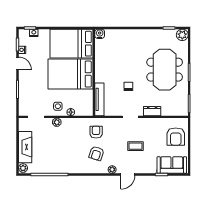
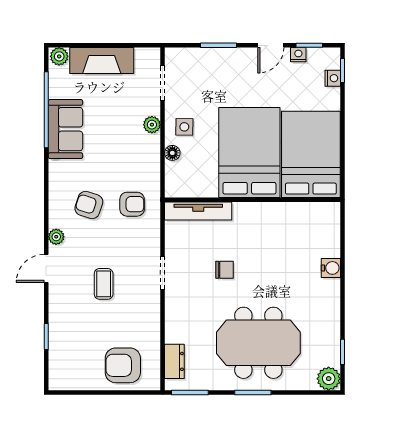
water cooler: (100, 34) -> (331, 268), moved
dresser: (152, 111) -> (174, 361), moved
sofa: (172, 165) -> (65, 129), moved
door: (128, 174) -> (46, 268), hinge flipped

